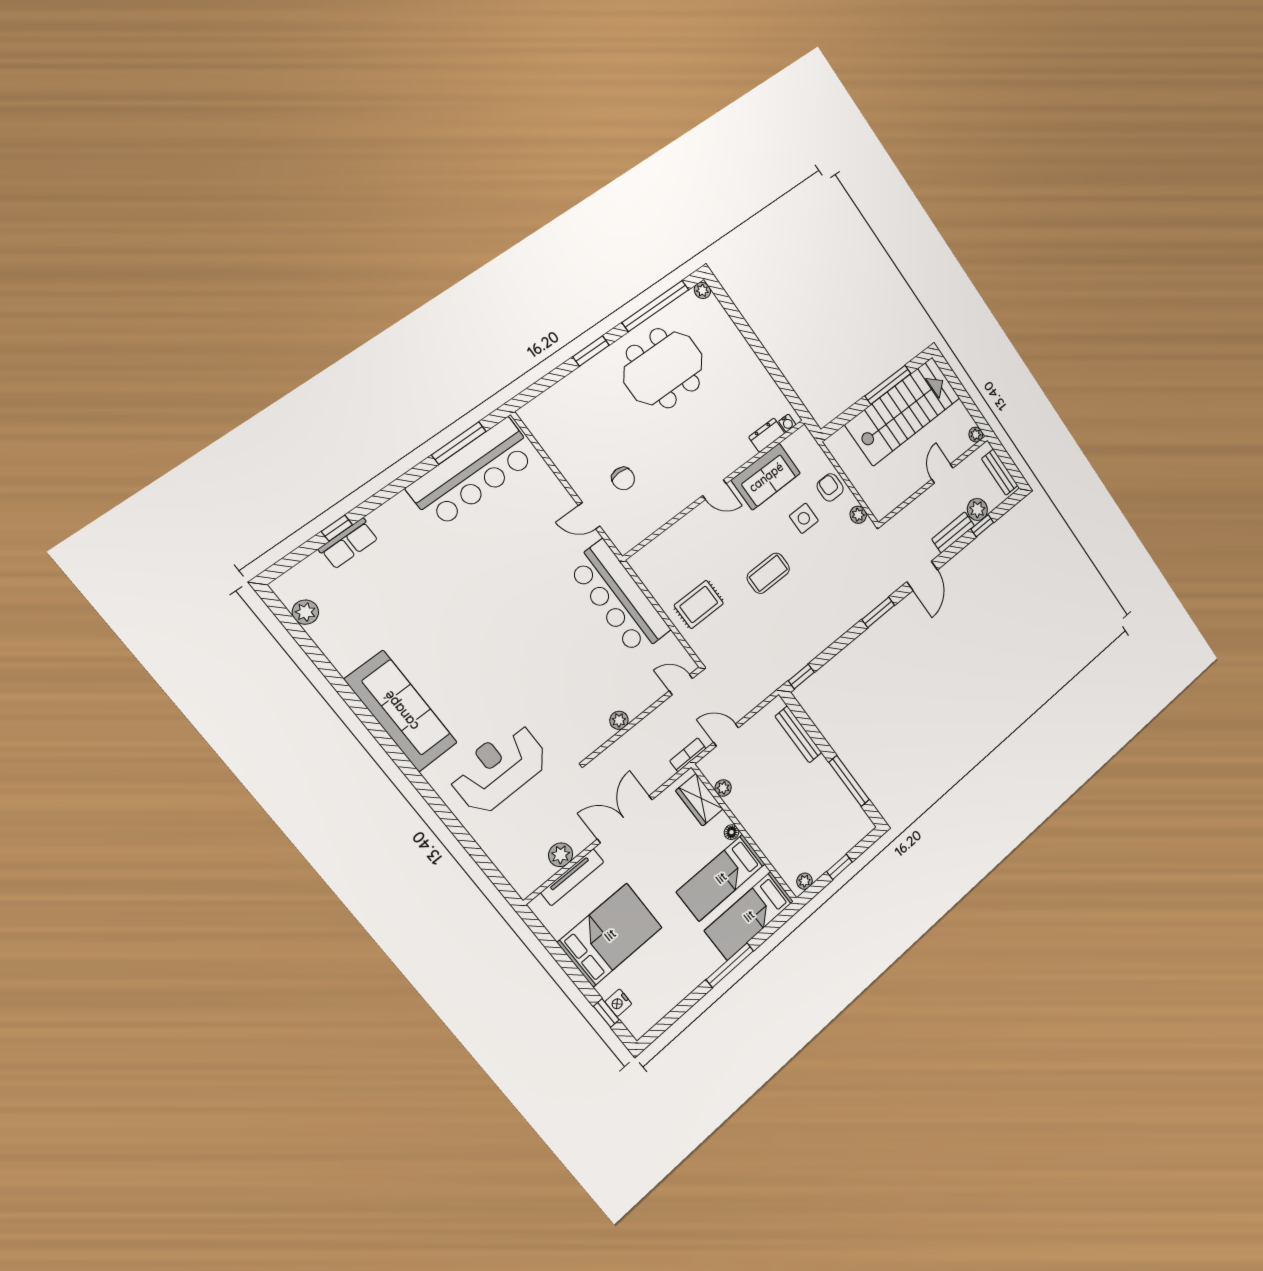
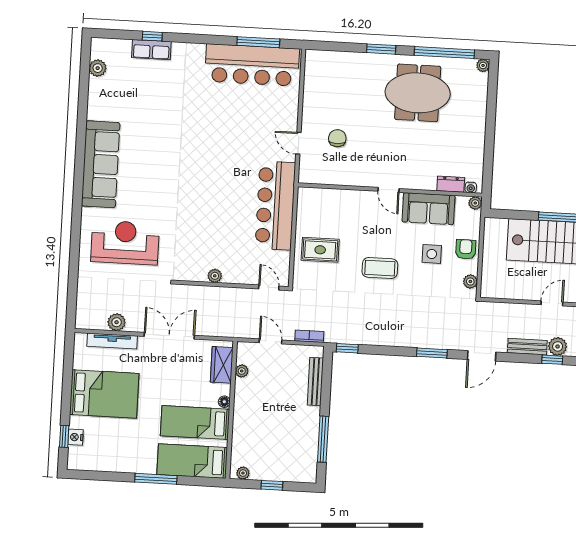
plant: (803, 435) -> (475, 203), added
chair: (623, 479) -> (337, 138), turned 180
bookcase: (688, 755) -> (309, 336), moved

